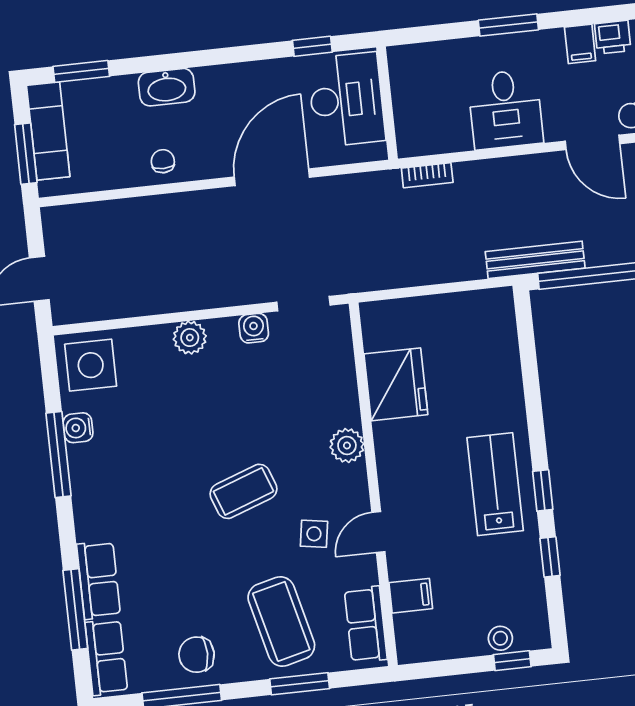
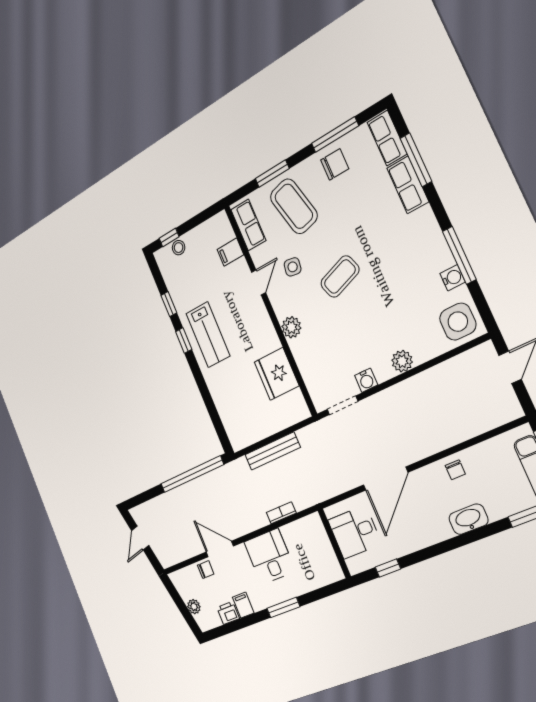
desk: (346, 100) -> (355, 532), width x0.73
bookcase: (427, 175) -> (281, 513), moved
bench: (535, 260) -> (272, 451), moved

